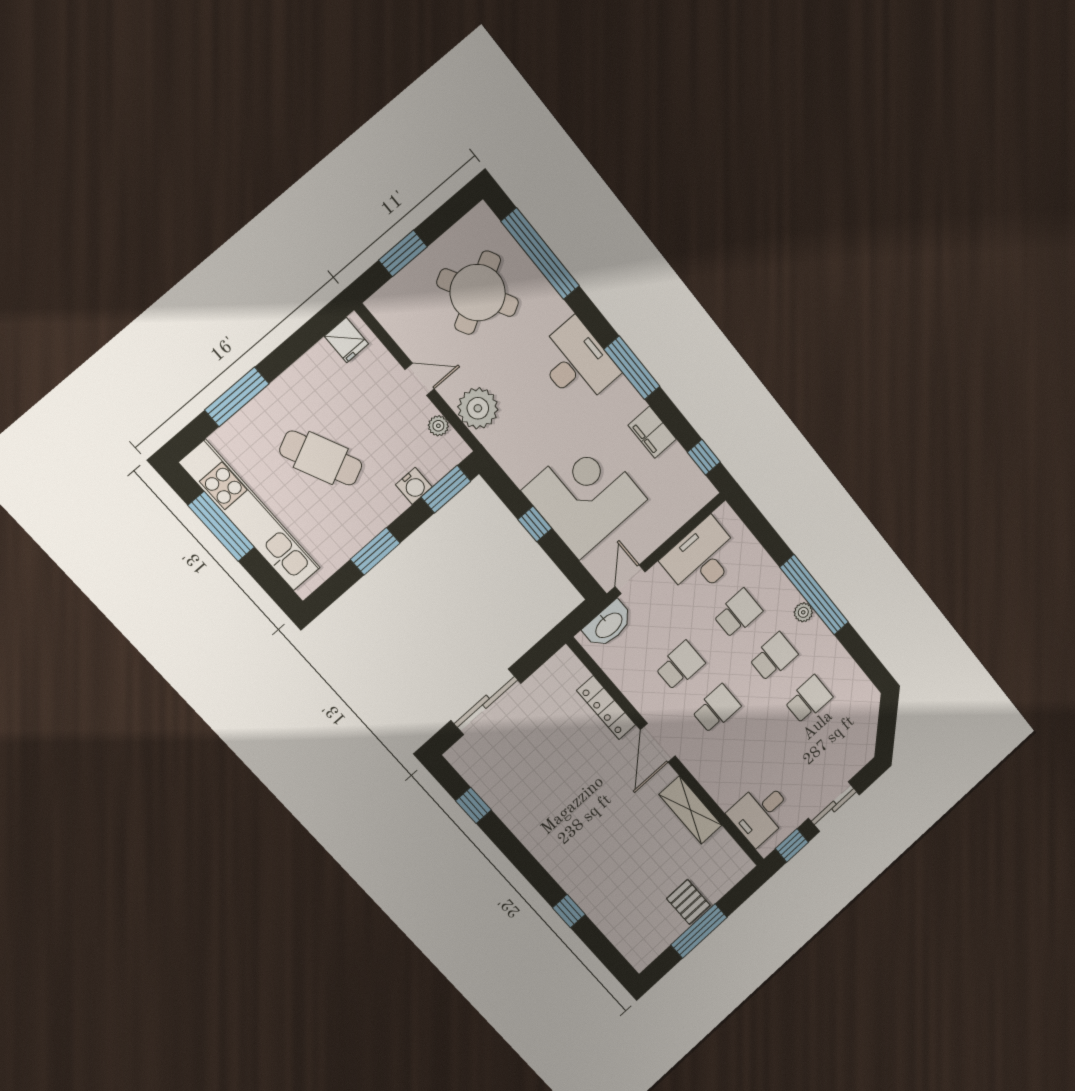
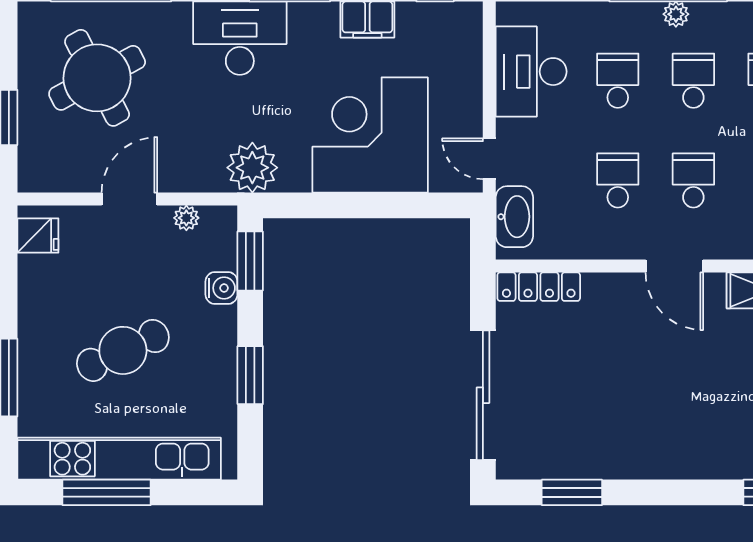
door: (420, 379) -> (129, 199), width x1.38
plant: (478, 408) -> (252, 168), moved
window: (535, 524) -> (356, 205), removed
sliding door: (486, 702) -> (483, 395), width x1.36
locker: (606, 708) -> (539, 287), moved
window: (473, 805) -> (572, 492), width x1.50

